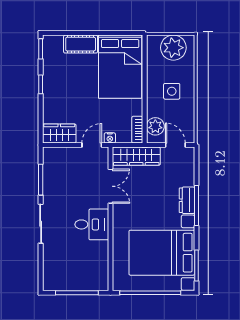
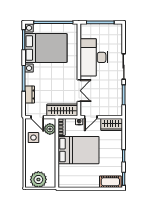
cot: (81, 44) -> (110, 182), moved
bed: (120, 67) -> (78, 150), moved, turned 90
side table: (172, 91) -> (33, 138), moved
double door: (110, 186) -> (79, 91), swing flipped
dresser: (187, 200) -> (30, 94), moved
desk: (92, 224) -> (94, 57), width x1.87, depth x1.30

